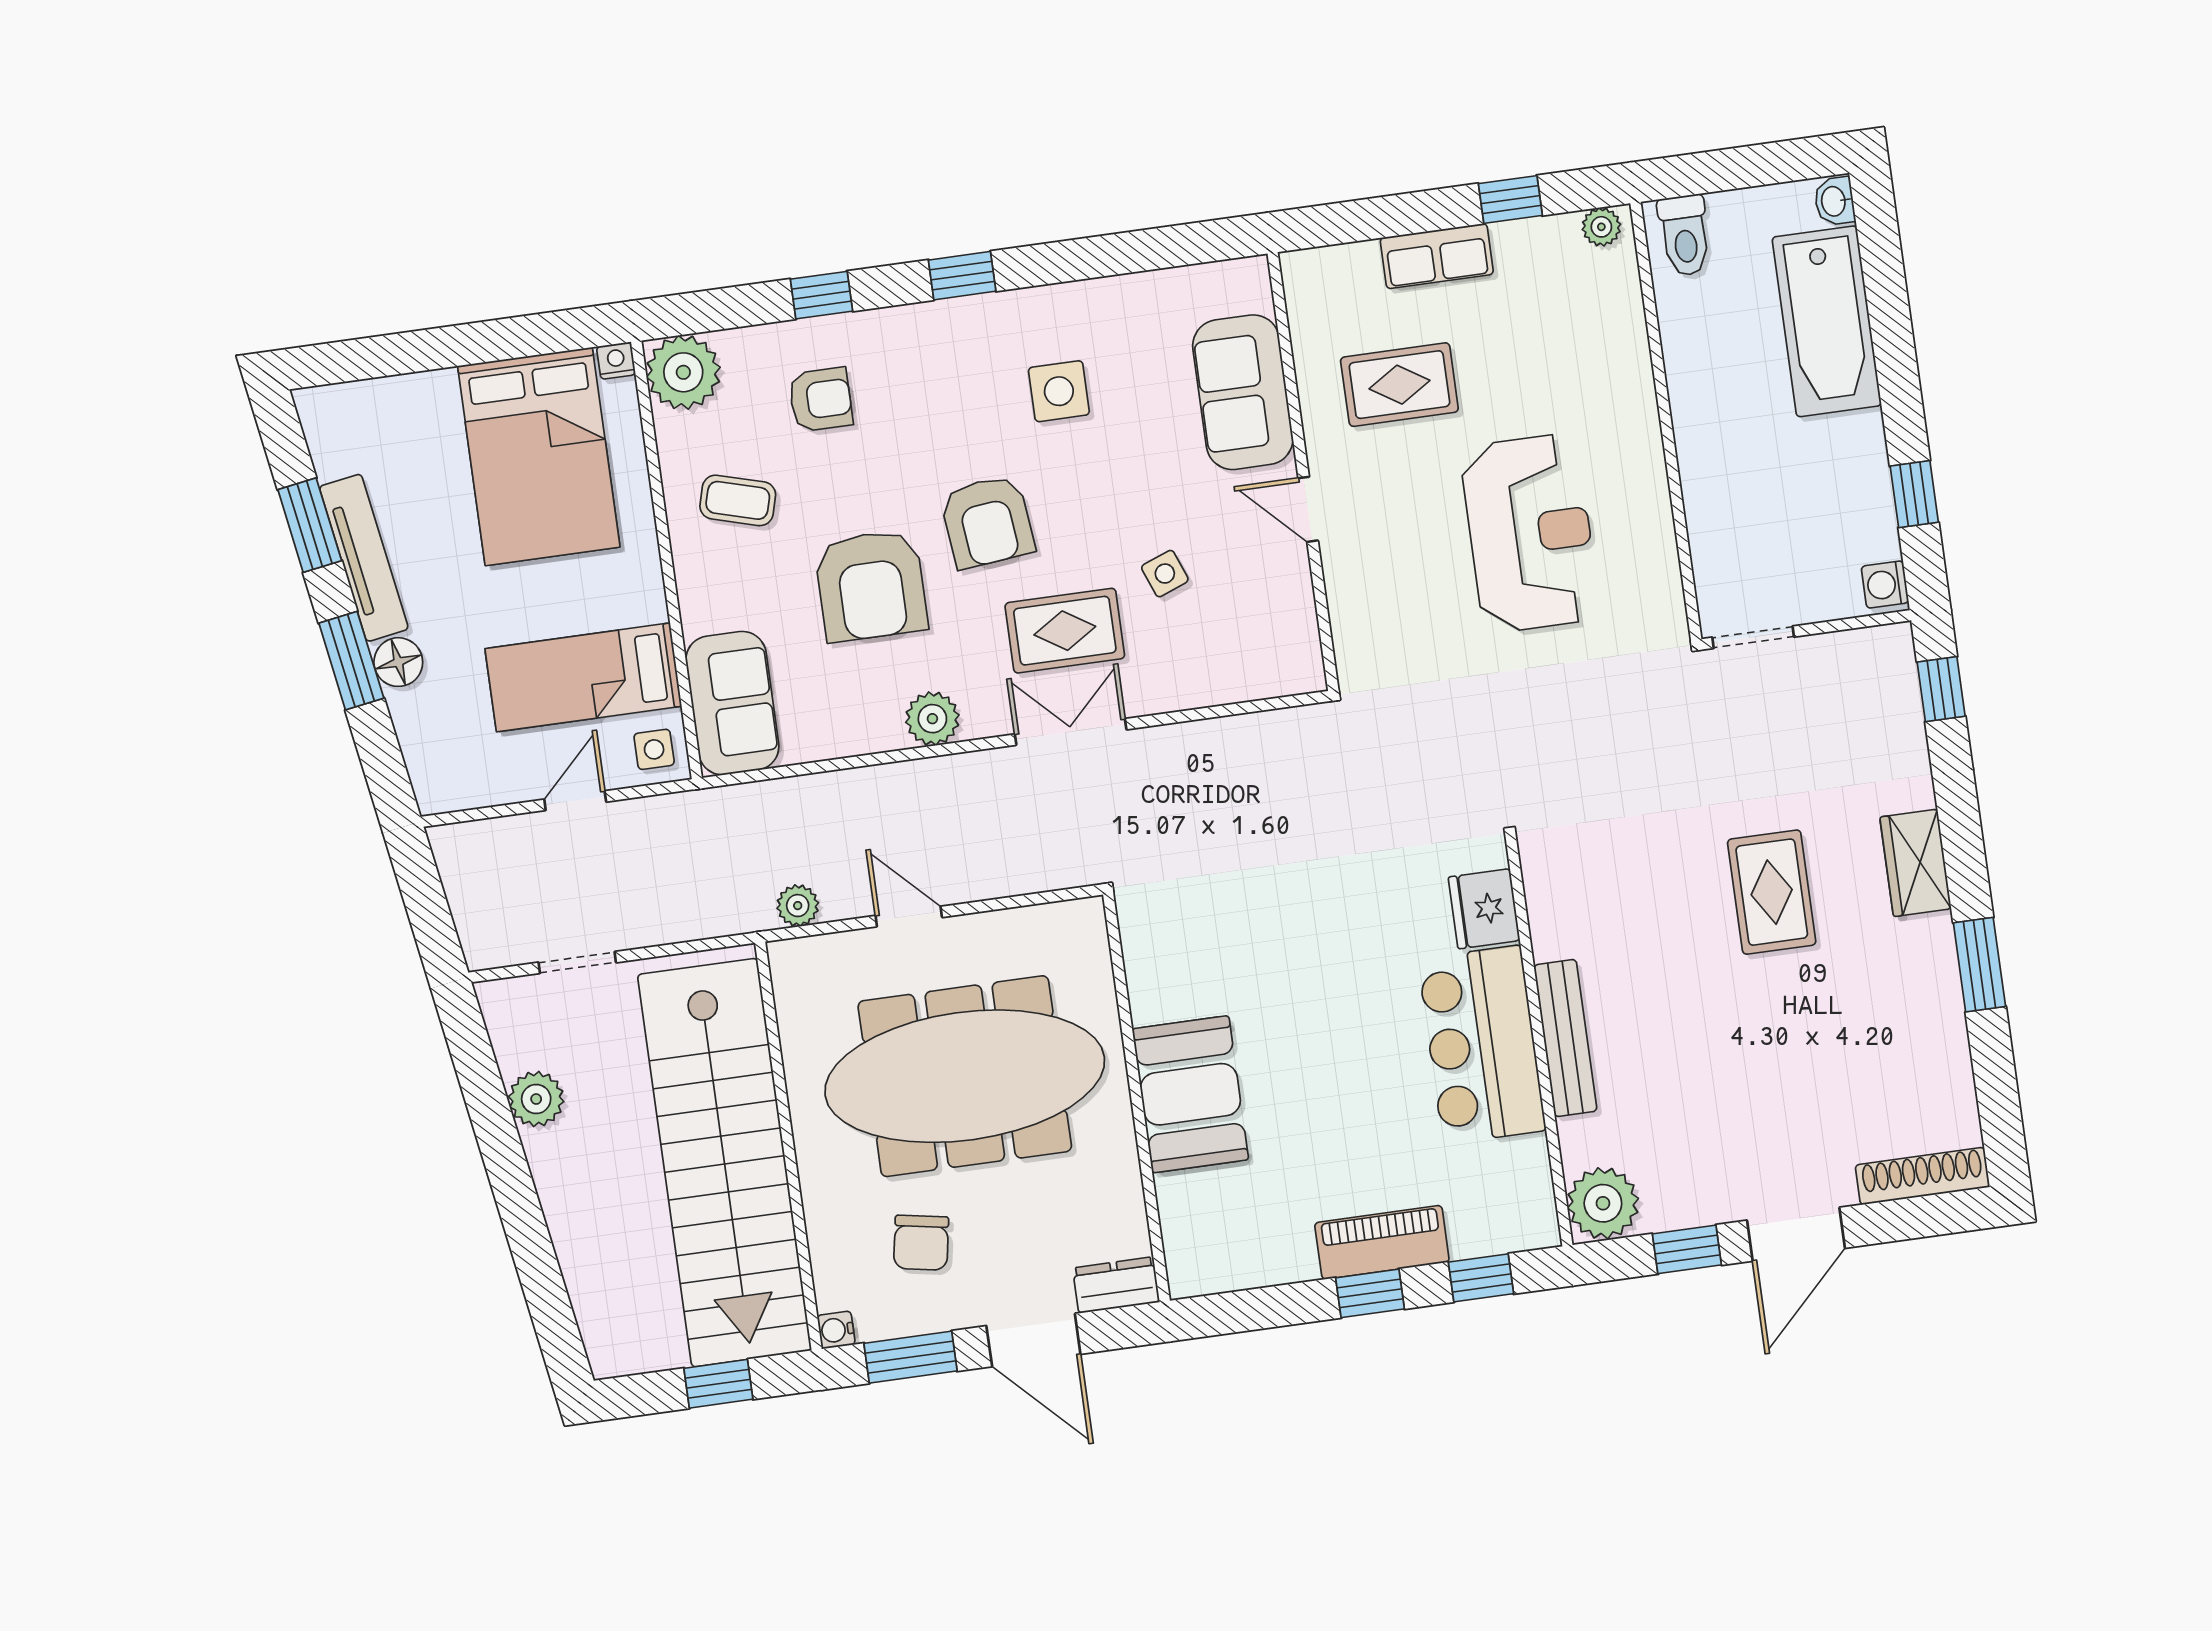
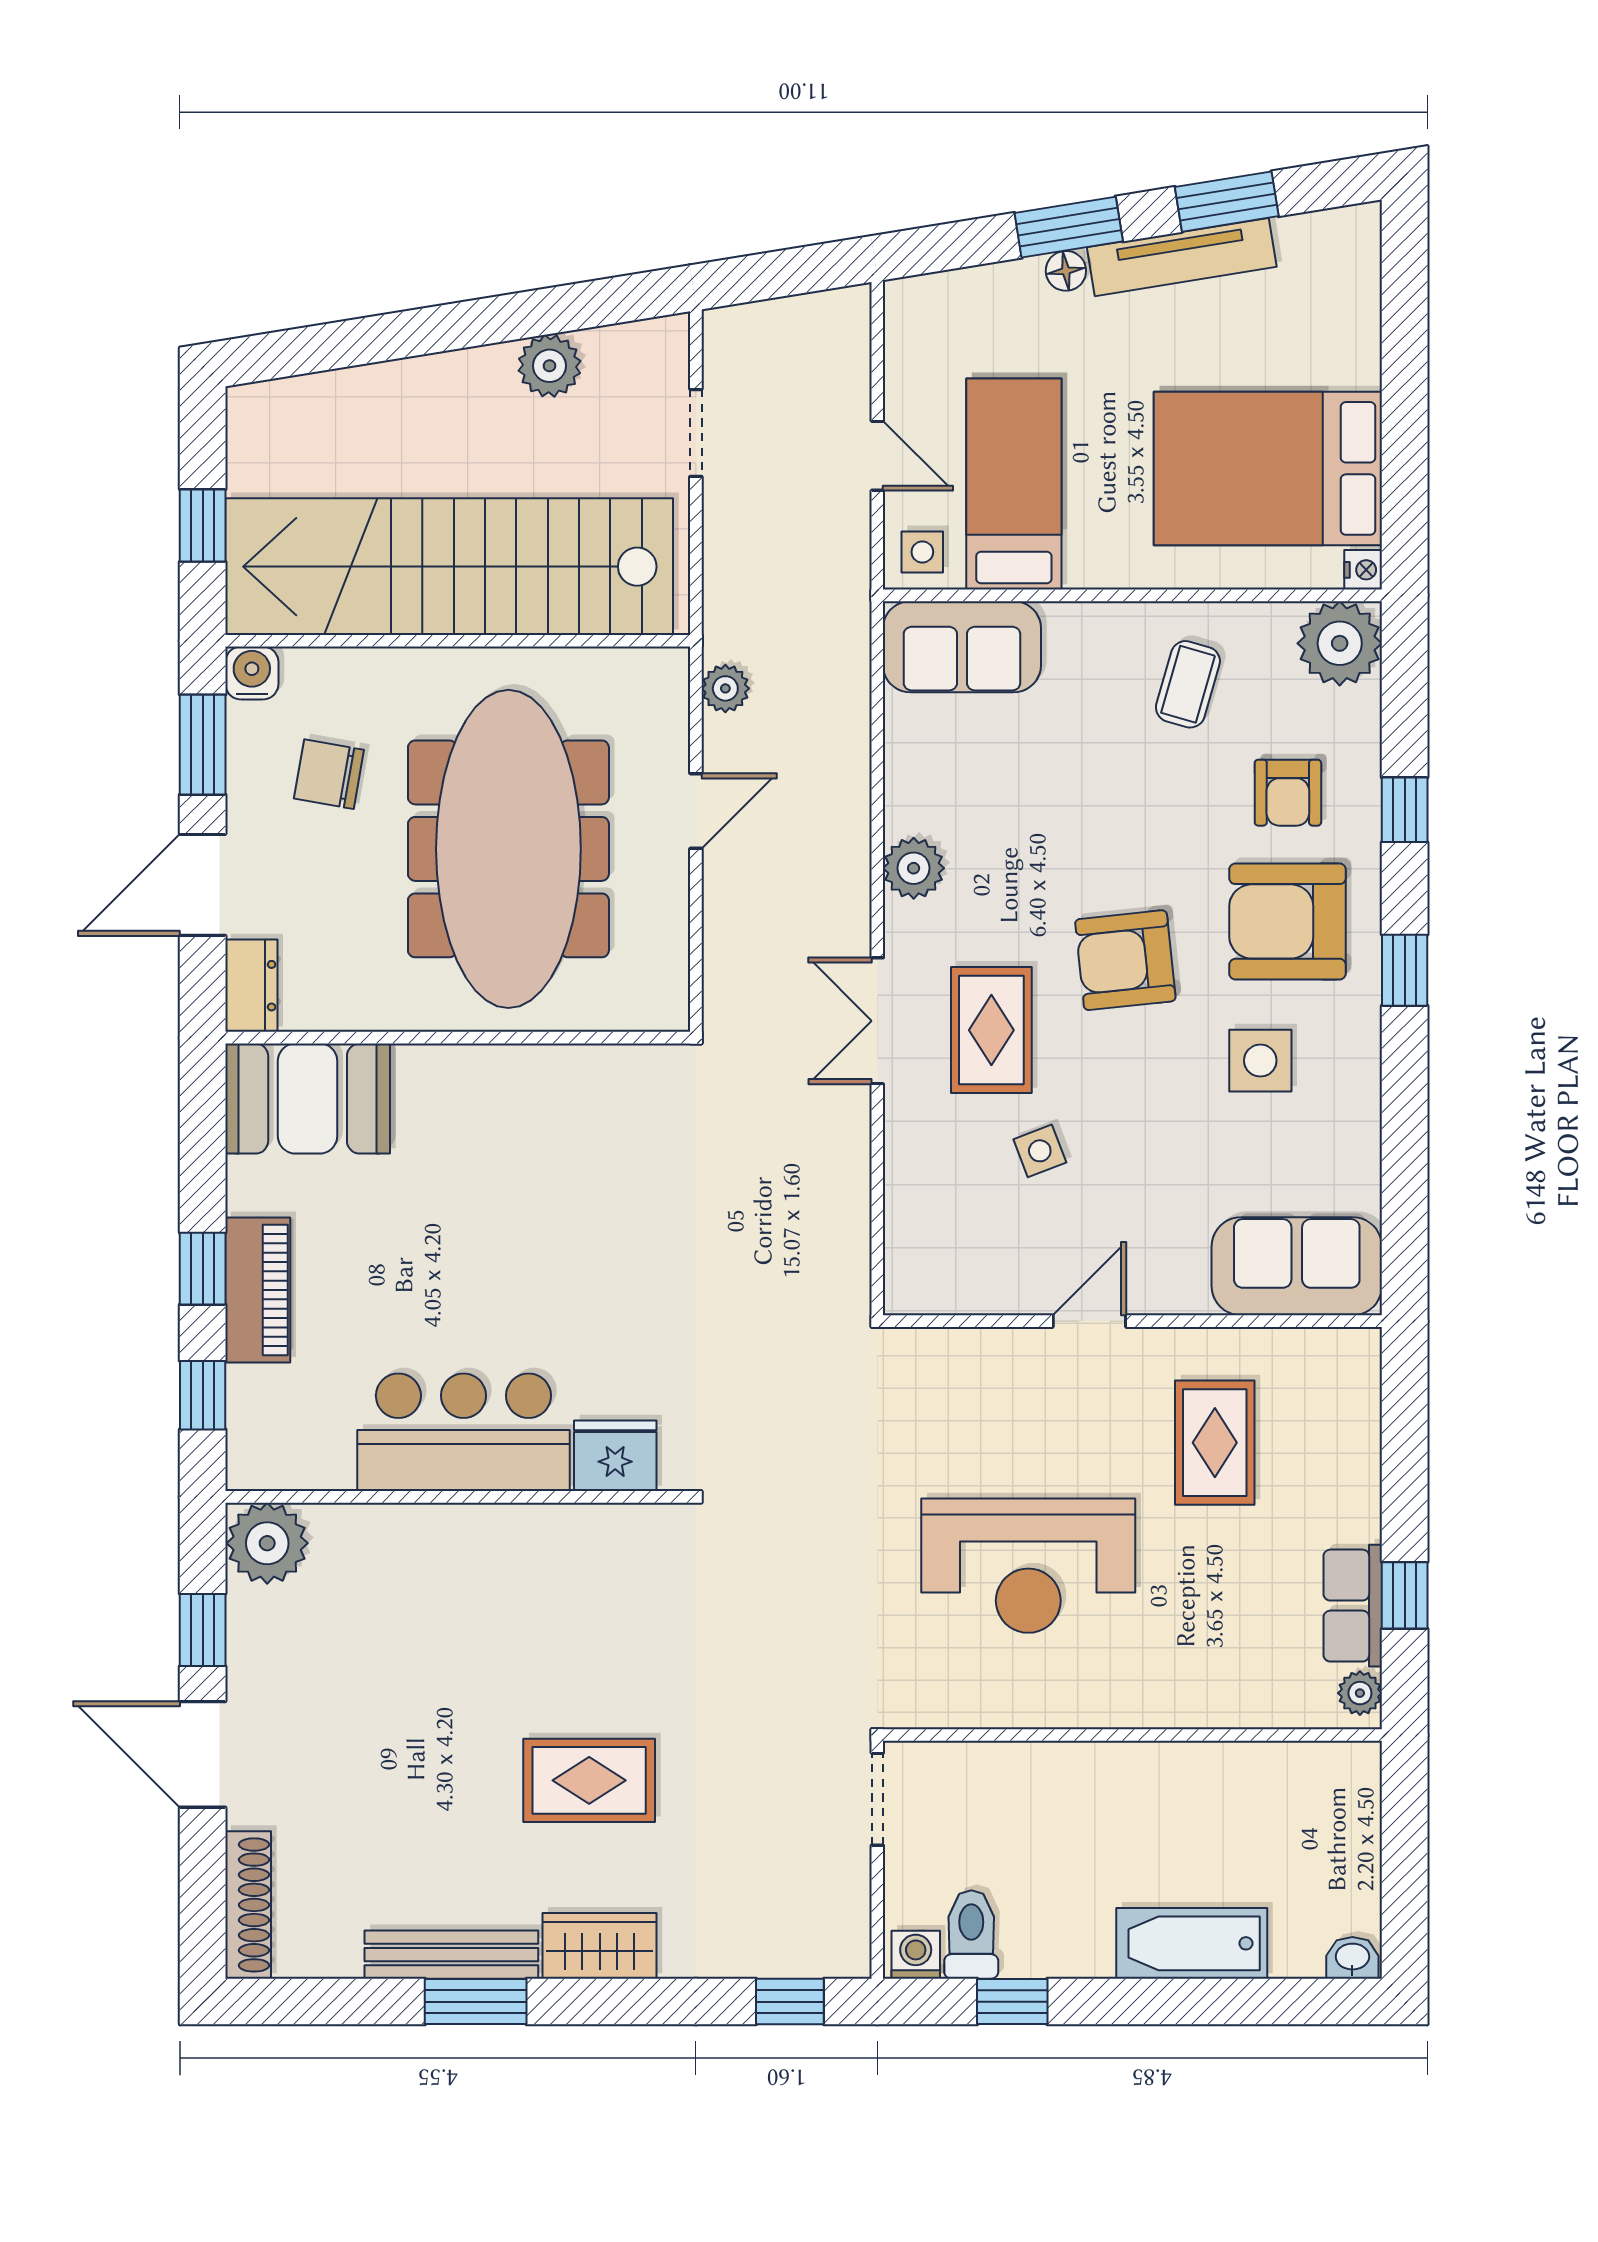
toilet: (1685, 235) -> (971, 1934), moved, turned 90
row of seats: (1437, 256) -> (1353, 1606), moved
bathtub: (1827, 321) -> (1192, 1943), width x0.73, depth x0.73
sofa: (1243, 392) -> (1297, 1266), moved
armchair: (871, 586) -> (1288, 921), moved
floor lamp: (398, 662) -> (1066, 271), width x0.73, depth x0.73
double door: (1071, 732) -> (877, 1021), swing flipped
bench: (1565, 1038) -> (451, 1955), moved
booth: (1190, 1094) -> (308, 1099), moved
water cooler: (836, 1330) -> (252, 673), width x1.38, depth x1.38

